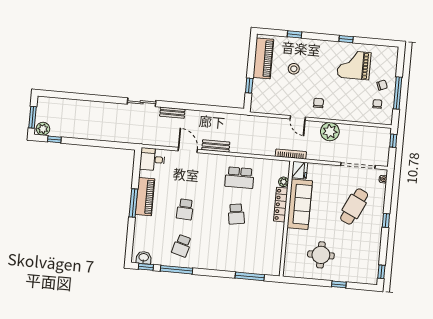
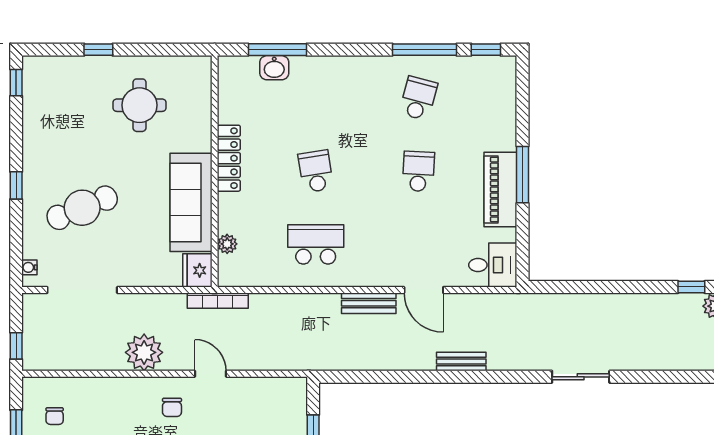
sliding door: (142, 102) -> (581, 377), moved
locker: (281, 205) -> (229, 158), moved
cafe table: (354, 206) -> (82, 208), turned 43
washbasin: (144, 258) -> (274, 68), moved

